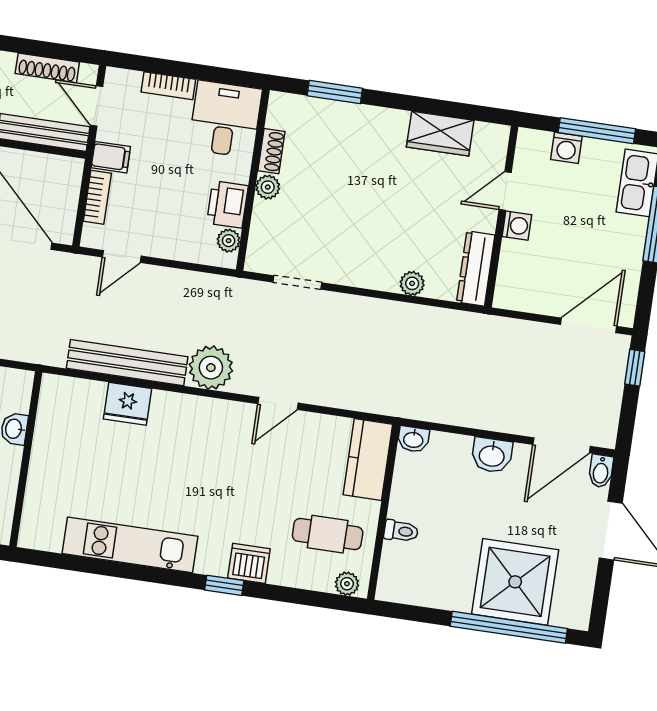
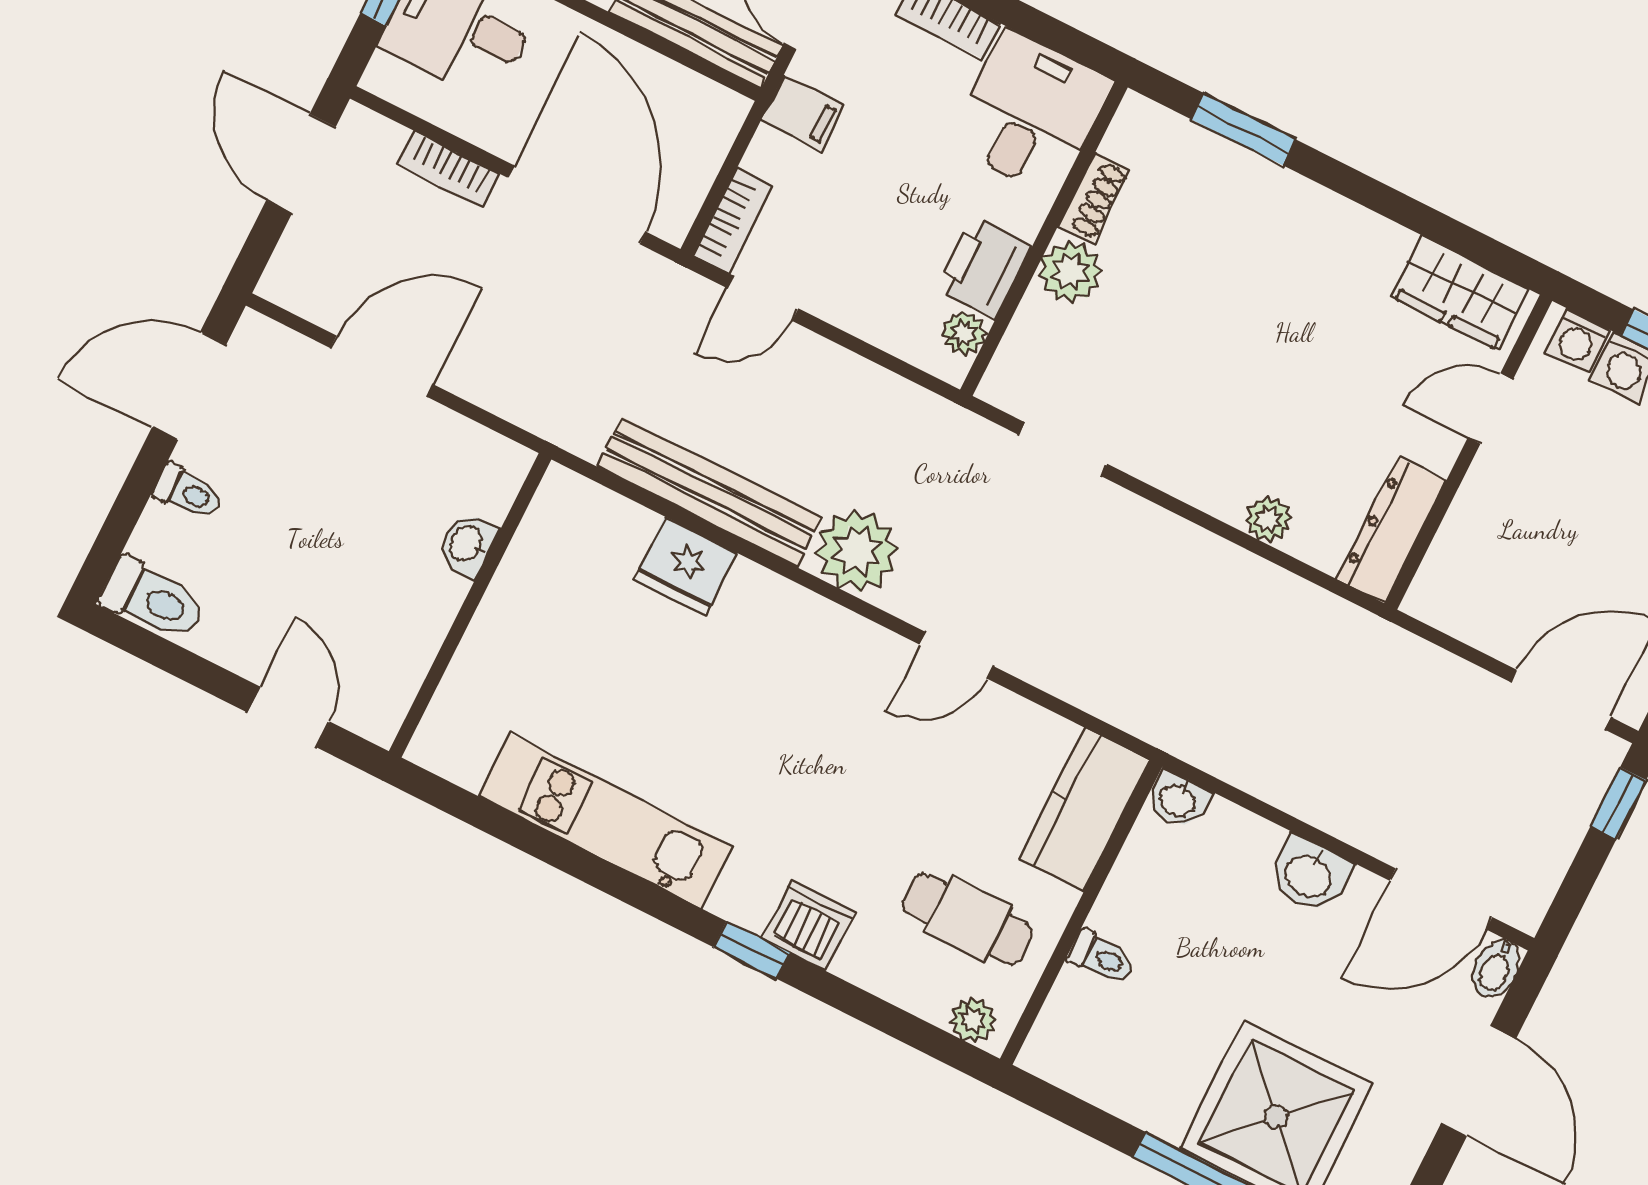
wardrobe: (440, 134) -> (1460, 293), moved
plant: (268, 187) -> (1070, 272), width x1.38, depth x1.38
bookcase: (97, 197) -> (732, 220), moved
washing machine: (517, 226) -> (1577, 341), moved, turned 90

